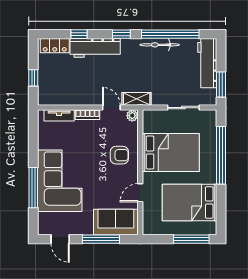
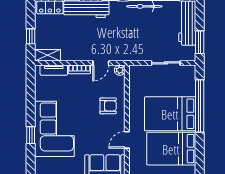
shelving: (137, 99) -> (47, 55), moved
door: (111, 108) -> (101, 63), swing flipped
bed: (171, 152) -> (170, 114), moved, turned 180
window: (33, 188) -> (31, 135), width x0.46

